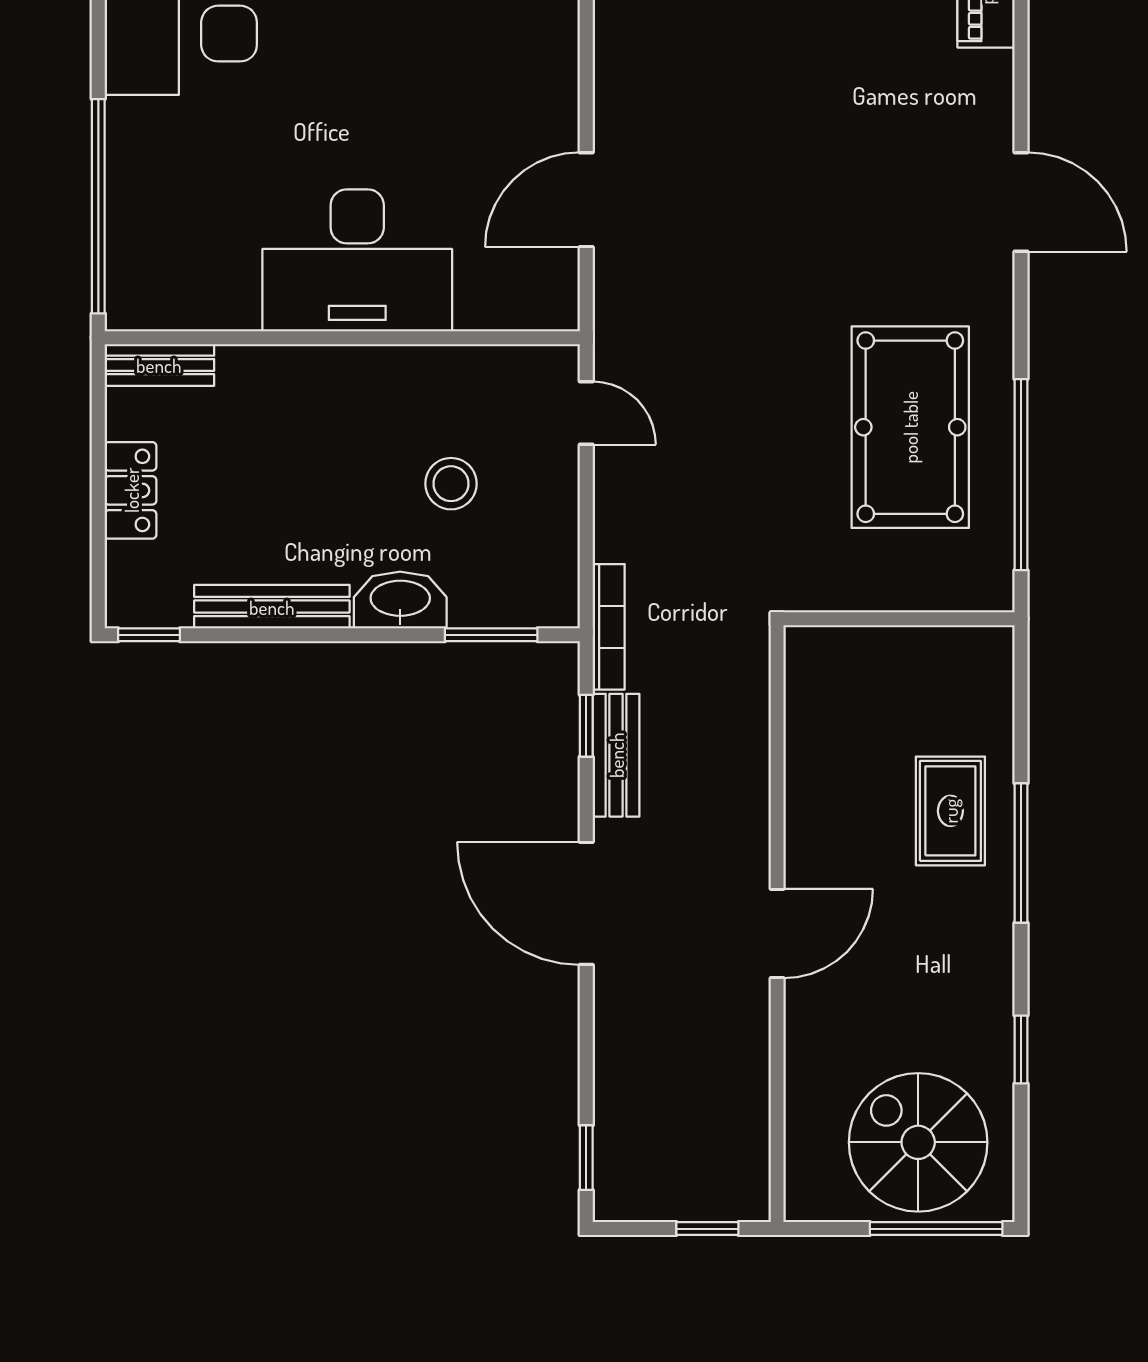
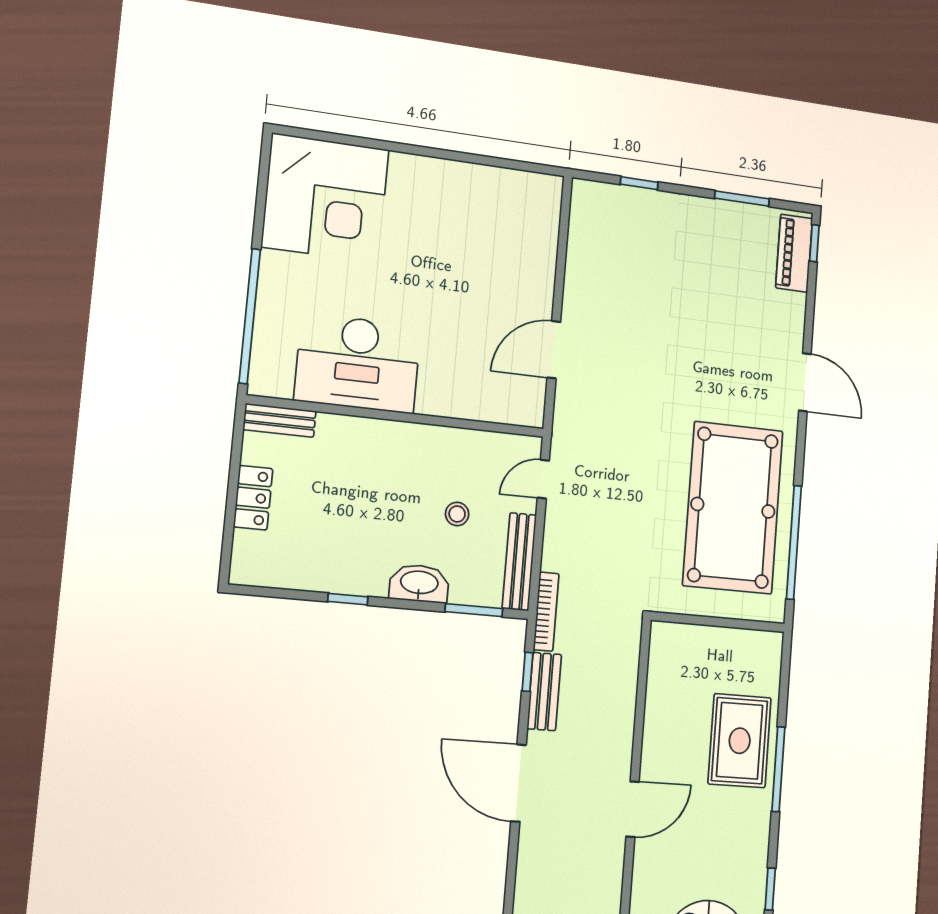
desk: (357, 260) -> (358, 363), moved
door: (586, 413) -> (543, 479), swing flipped
pool table: (910, 427) -> (733, 508), width x1.36, depth x1.32
stool: (451, 484) -> (457, 514), width x0.73, depth x0.73
bench: (272, 607) -> (519, 562), moved, turned 90
window: (149, 635) -> (348, 599), moved
rug: (950, 811) -> (740, 741), width x1.36, depth x1.43

